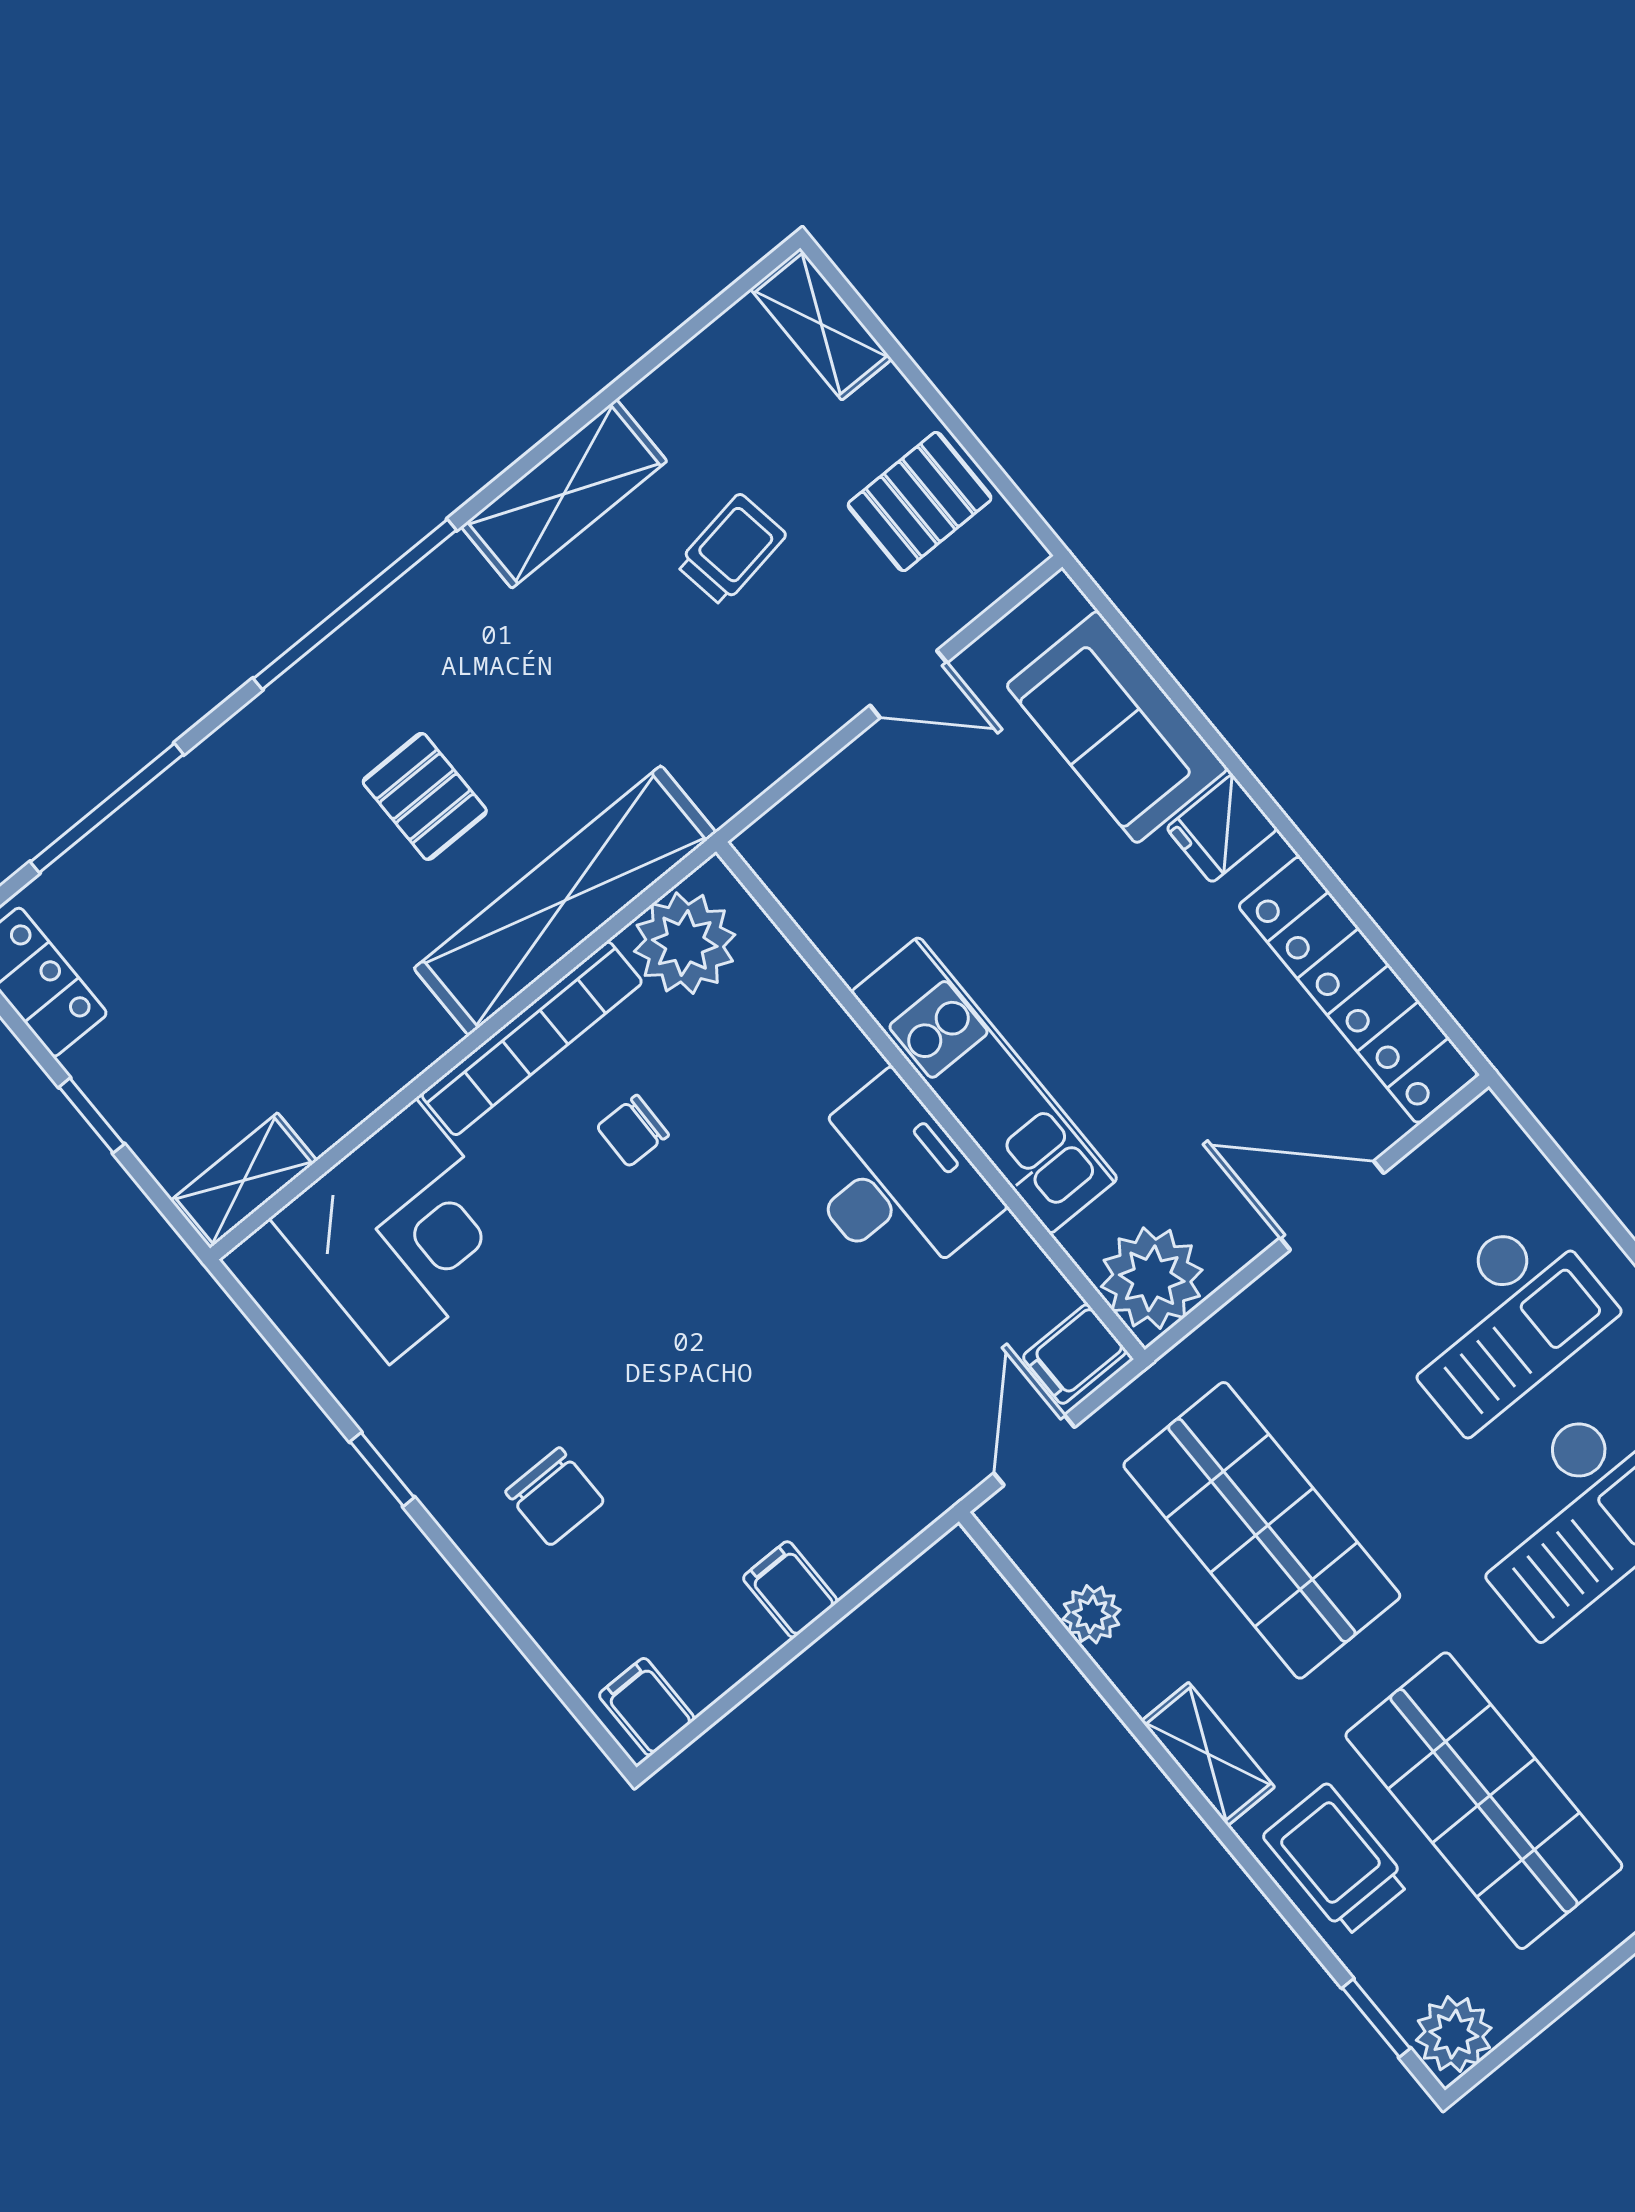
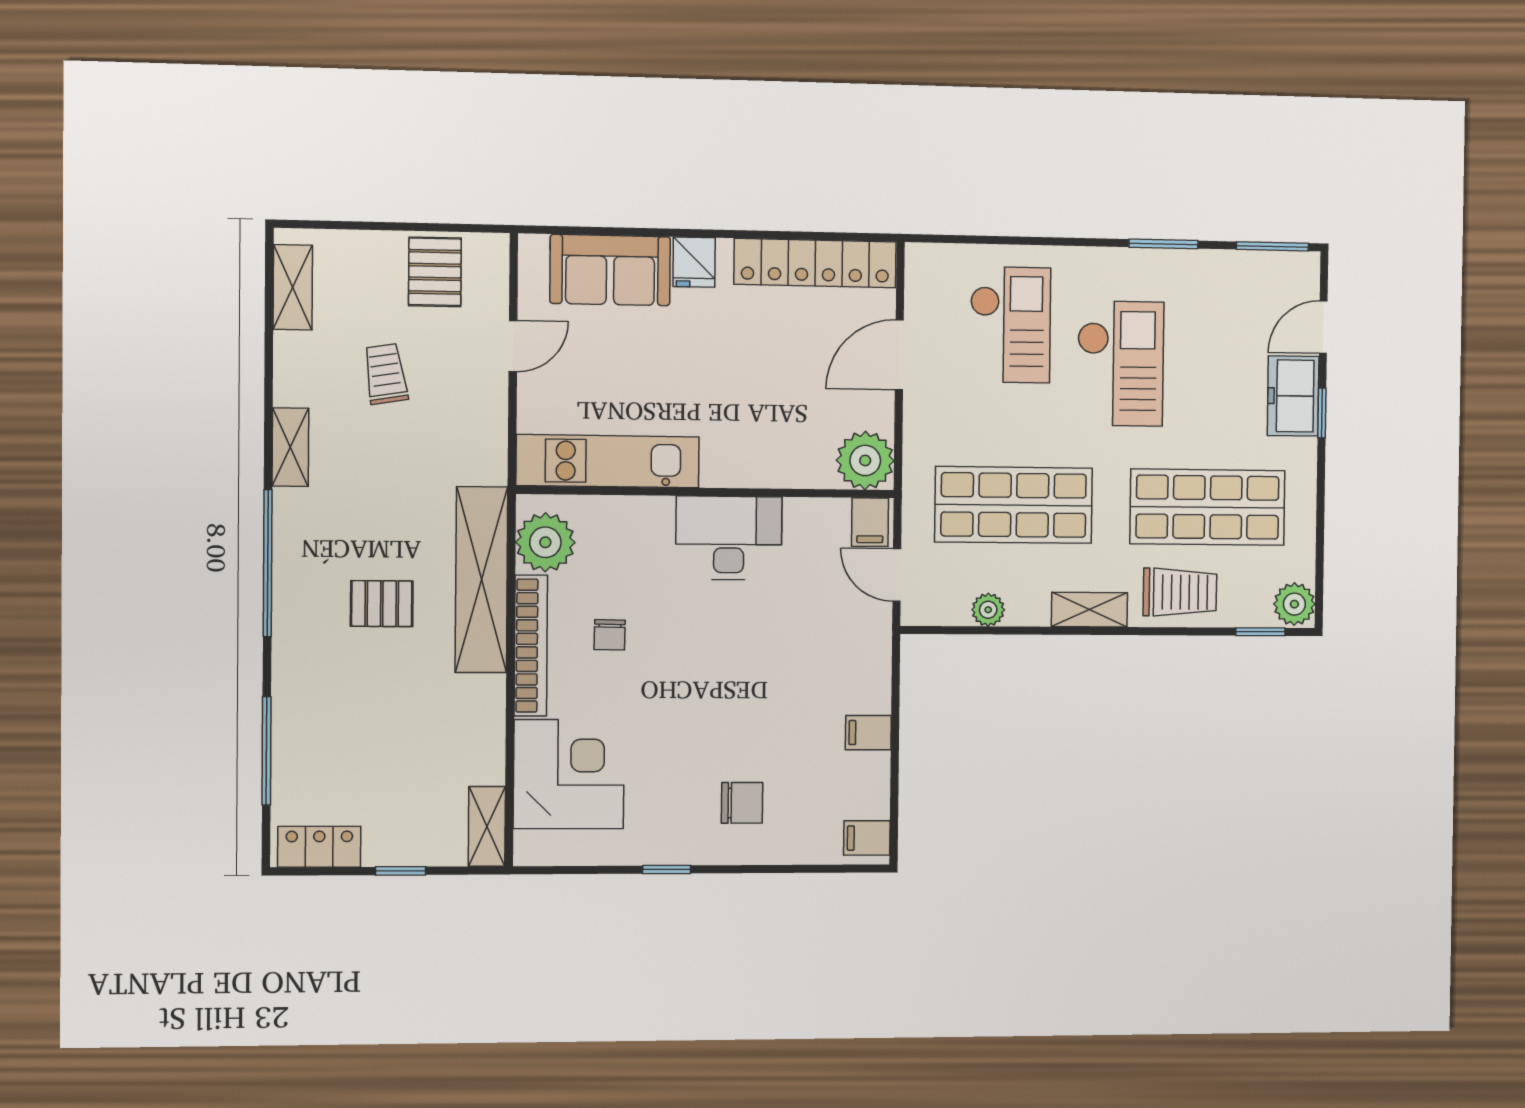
shelving: (821, 324) -> (293, 287), moved, turned 90
shelving: (564, 494) -> (290, 447), width x0.67, depth x0.75
kitchen unit: (984, 1085) -> (608, 461), moved
trolley: (1336, 1860) -> (1180, 592), turned 180

